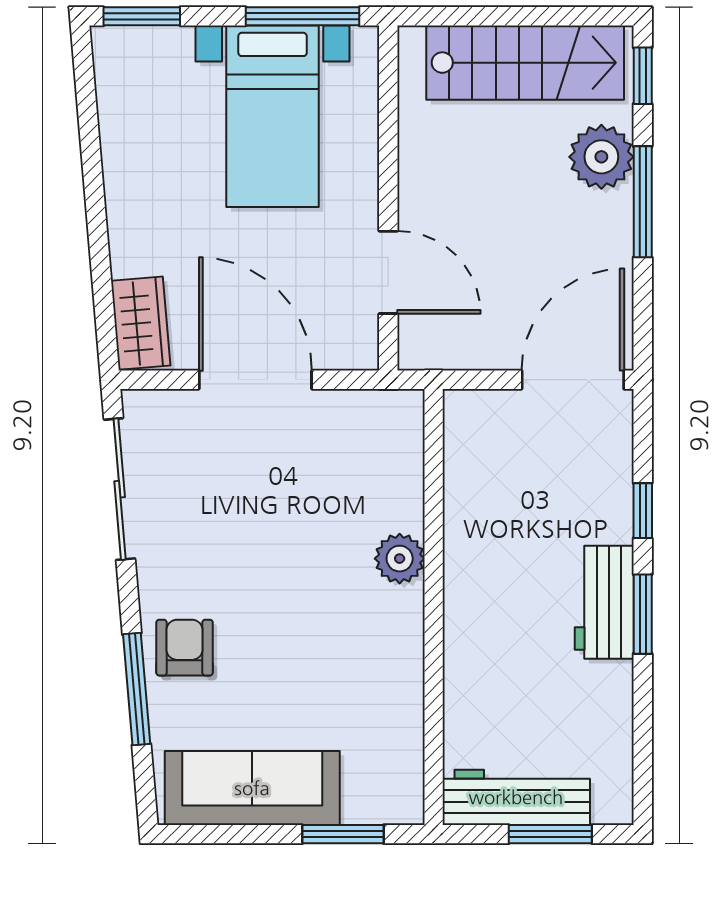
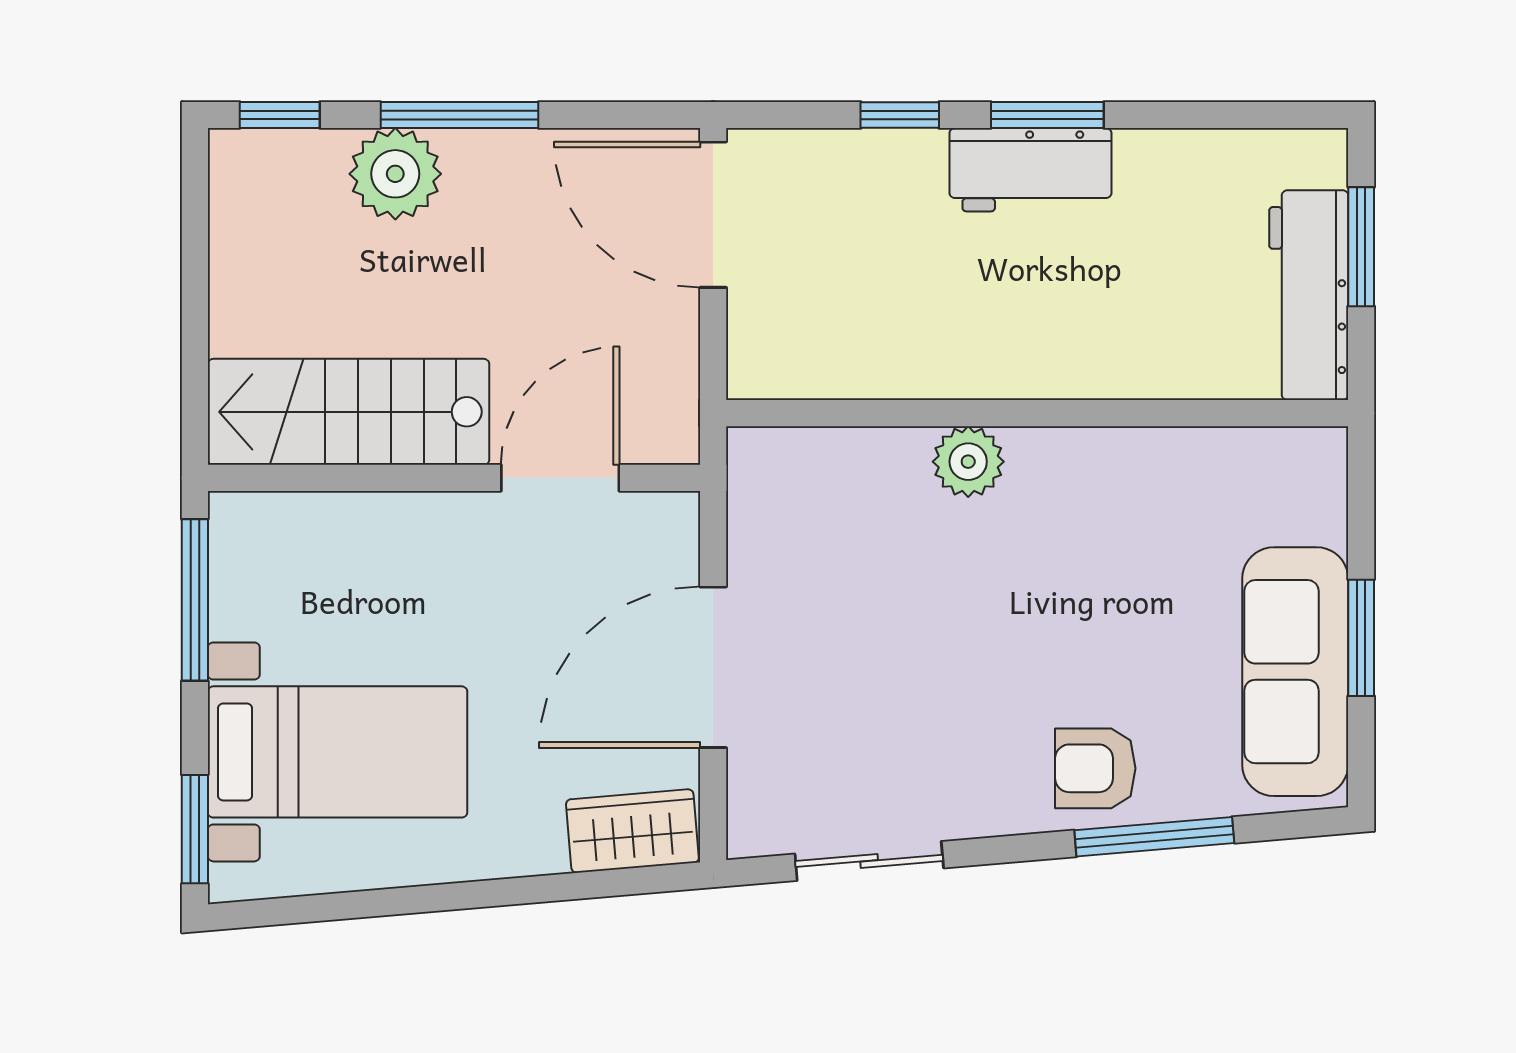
stairs: (525, 63) -> (349, 412), moved, turned -90
bed with nightstands: (273, 116) -> (337, 752), moved
sliding door: (120, 489) -> (869, 861), width x0.73
window: (343, 834) -> (1361, 638), moved

